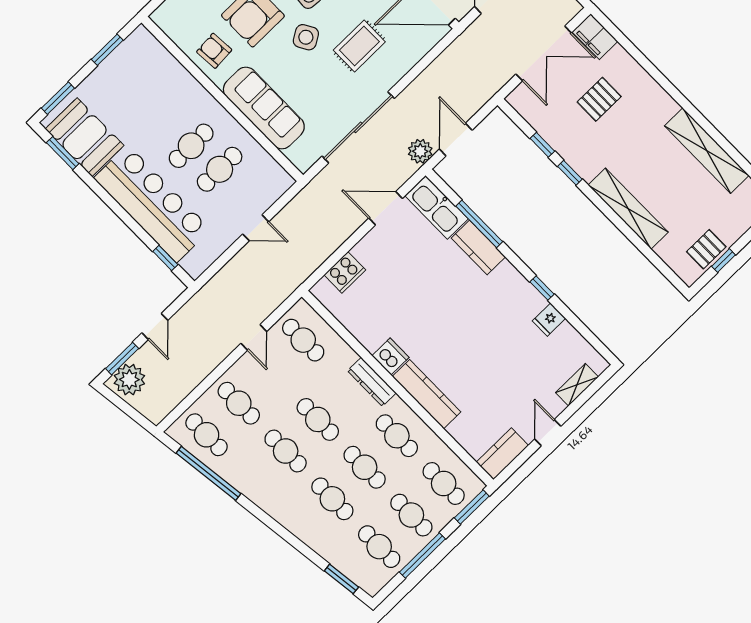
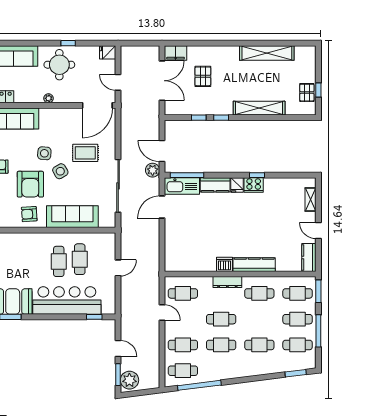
rug: (359, 46) -> (85, 153), turned 90
window: (479, 224) -> (187, 175), moved
cooker: (345, 272) -> (254, 185), moved, turned 90
fridge: (549, 320) -> (237, 185), moved
cafe table: (365, 467) -> (259, 319), removed

